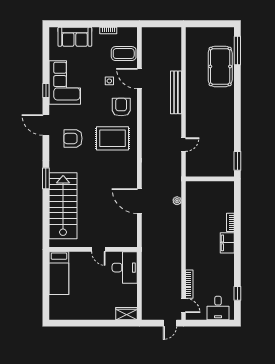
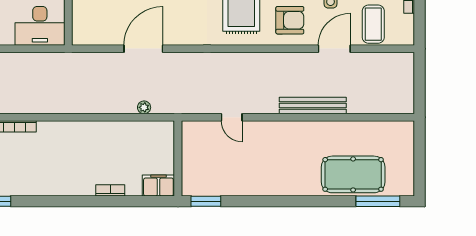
filing cabinet: (227, 243) -> (158, 185), moved

